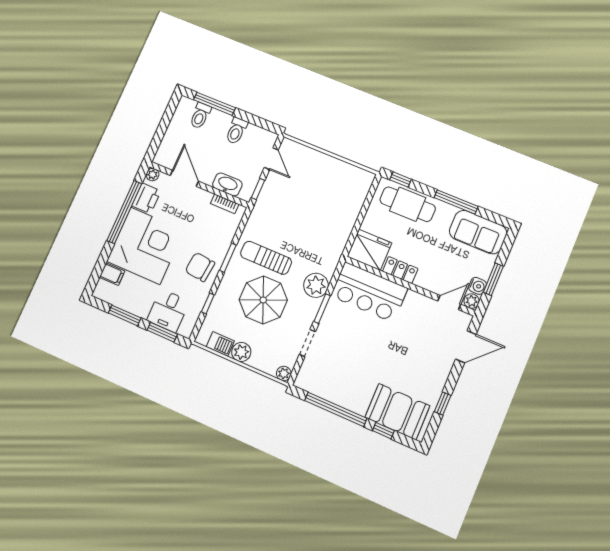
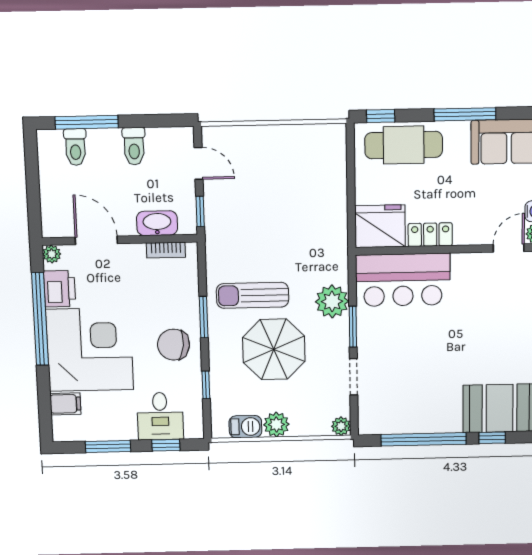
window: (162, 332) -> (166, 445), width x0.67

